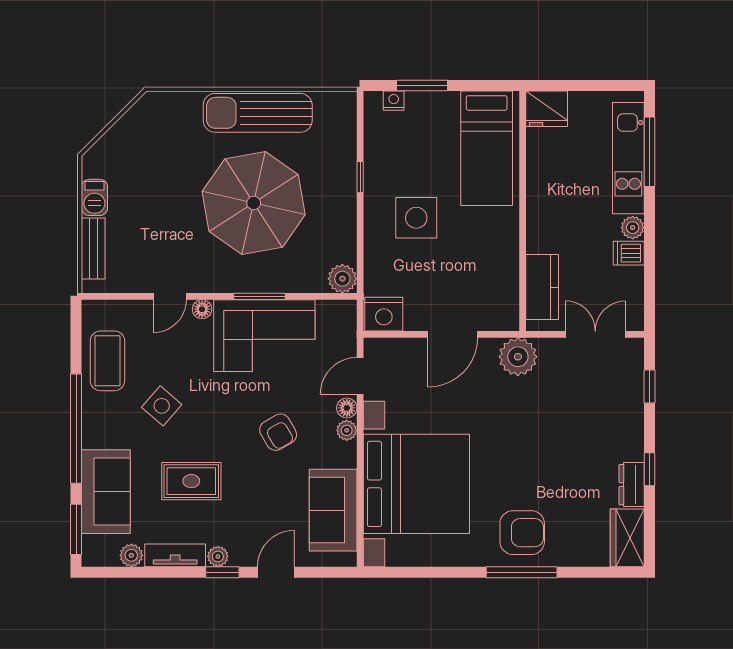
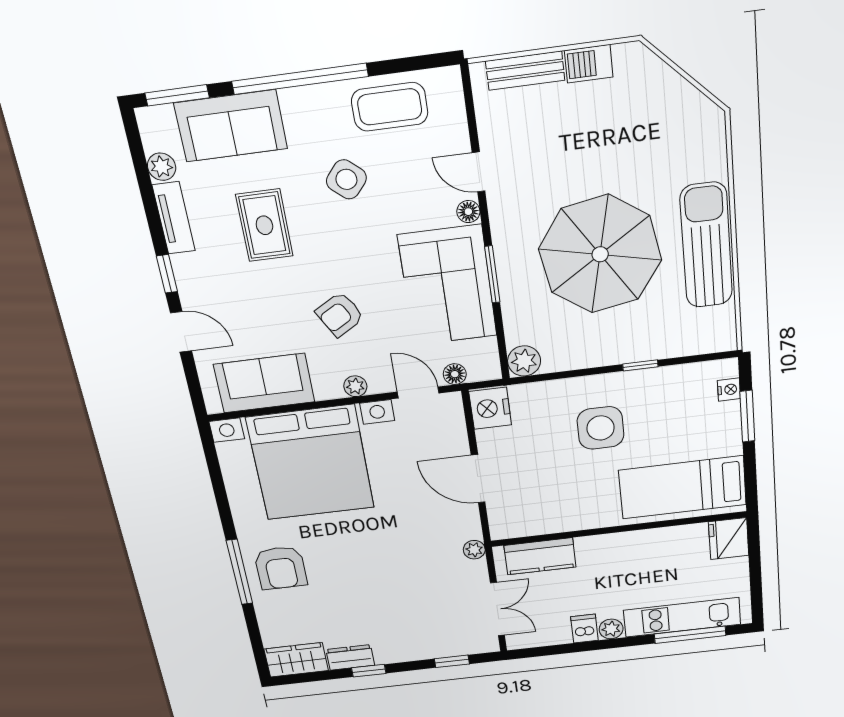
plant: (518, 357) -> (474, 550), width x0.53, depth x0.53
floor lamp: (347, 408) -> (455, 374), moved
plant: (218, 556) -> (184, 266), removed

